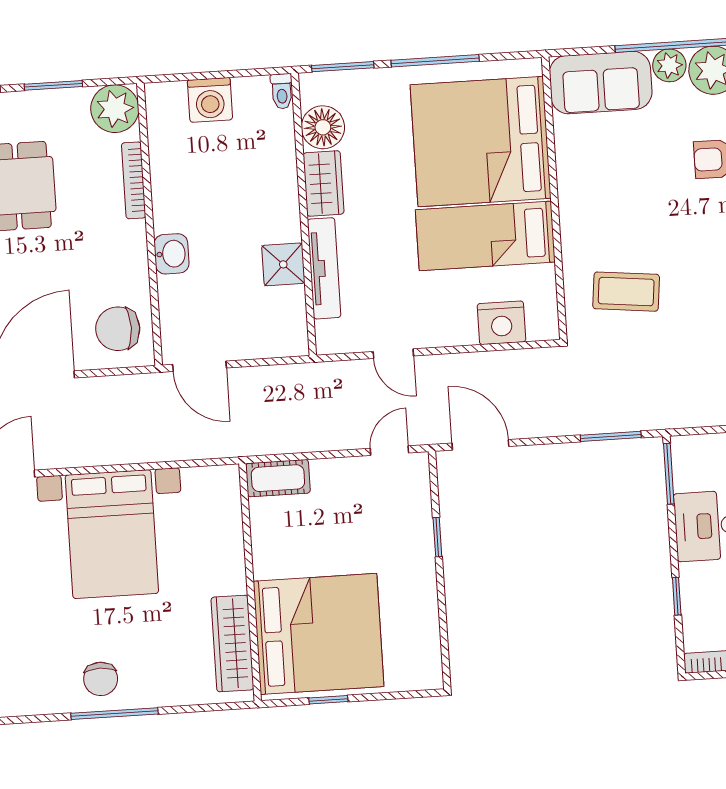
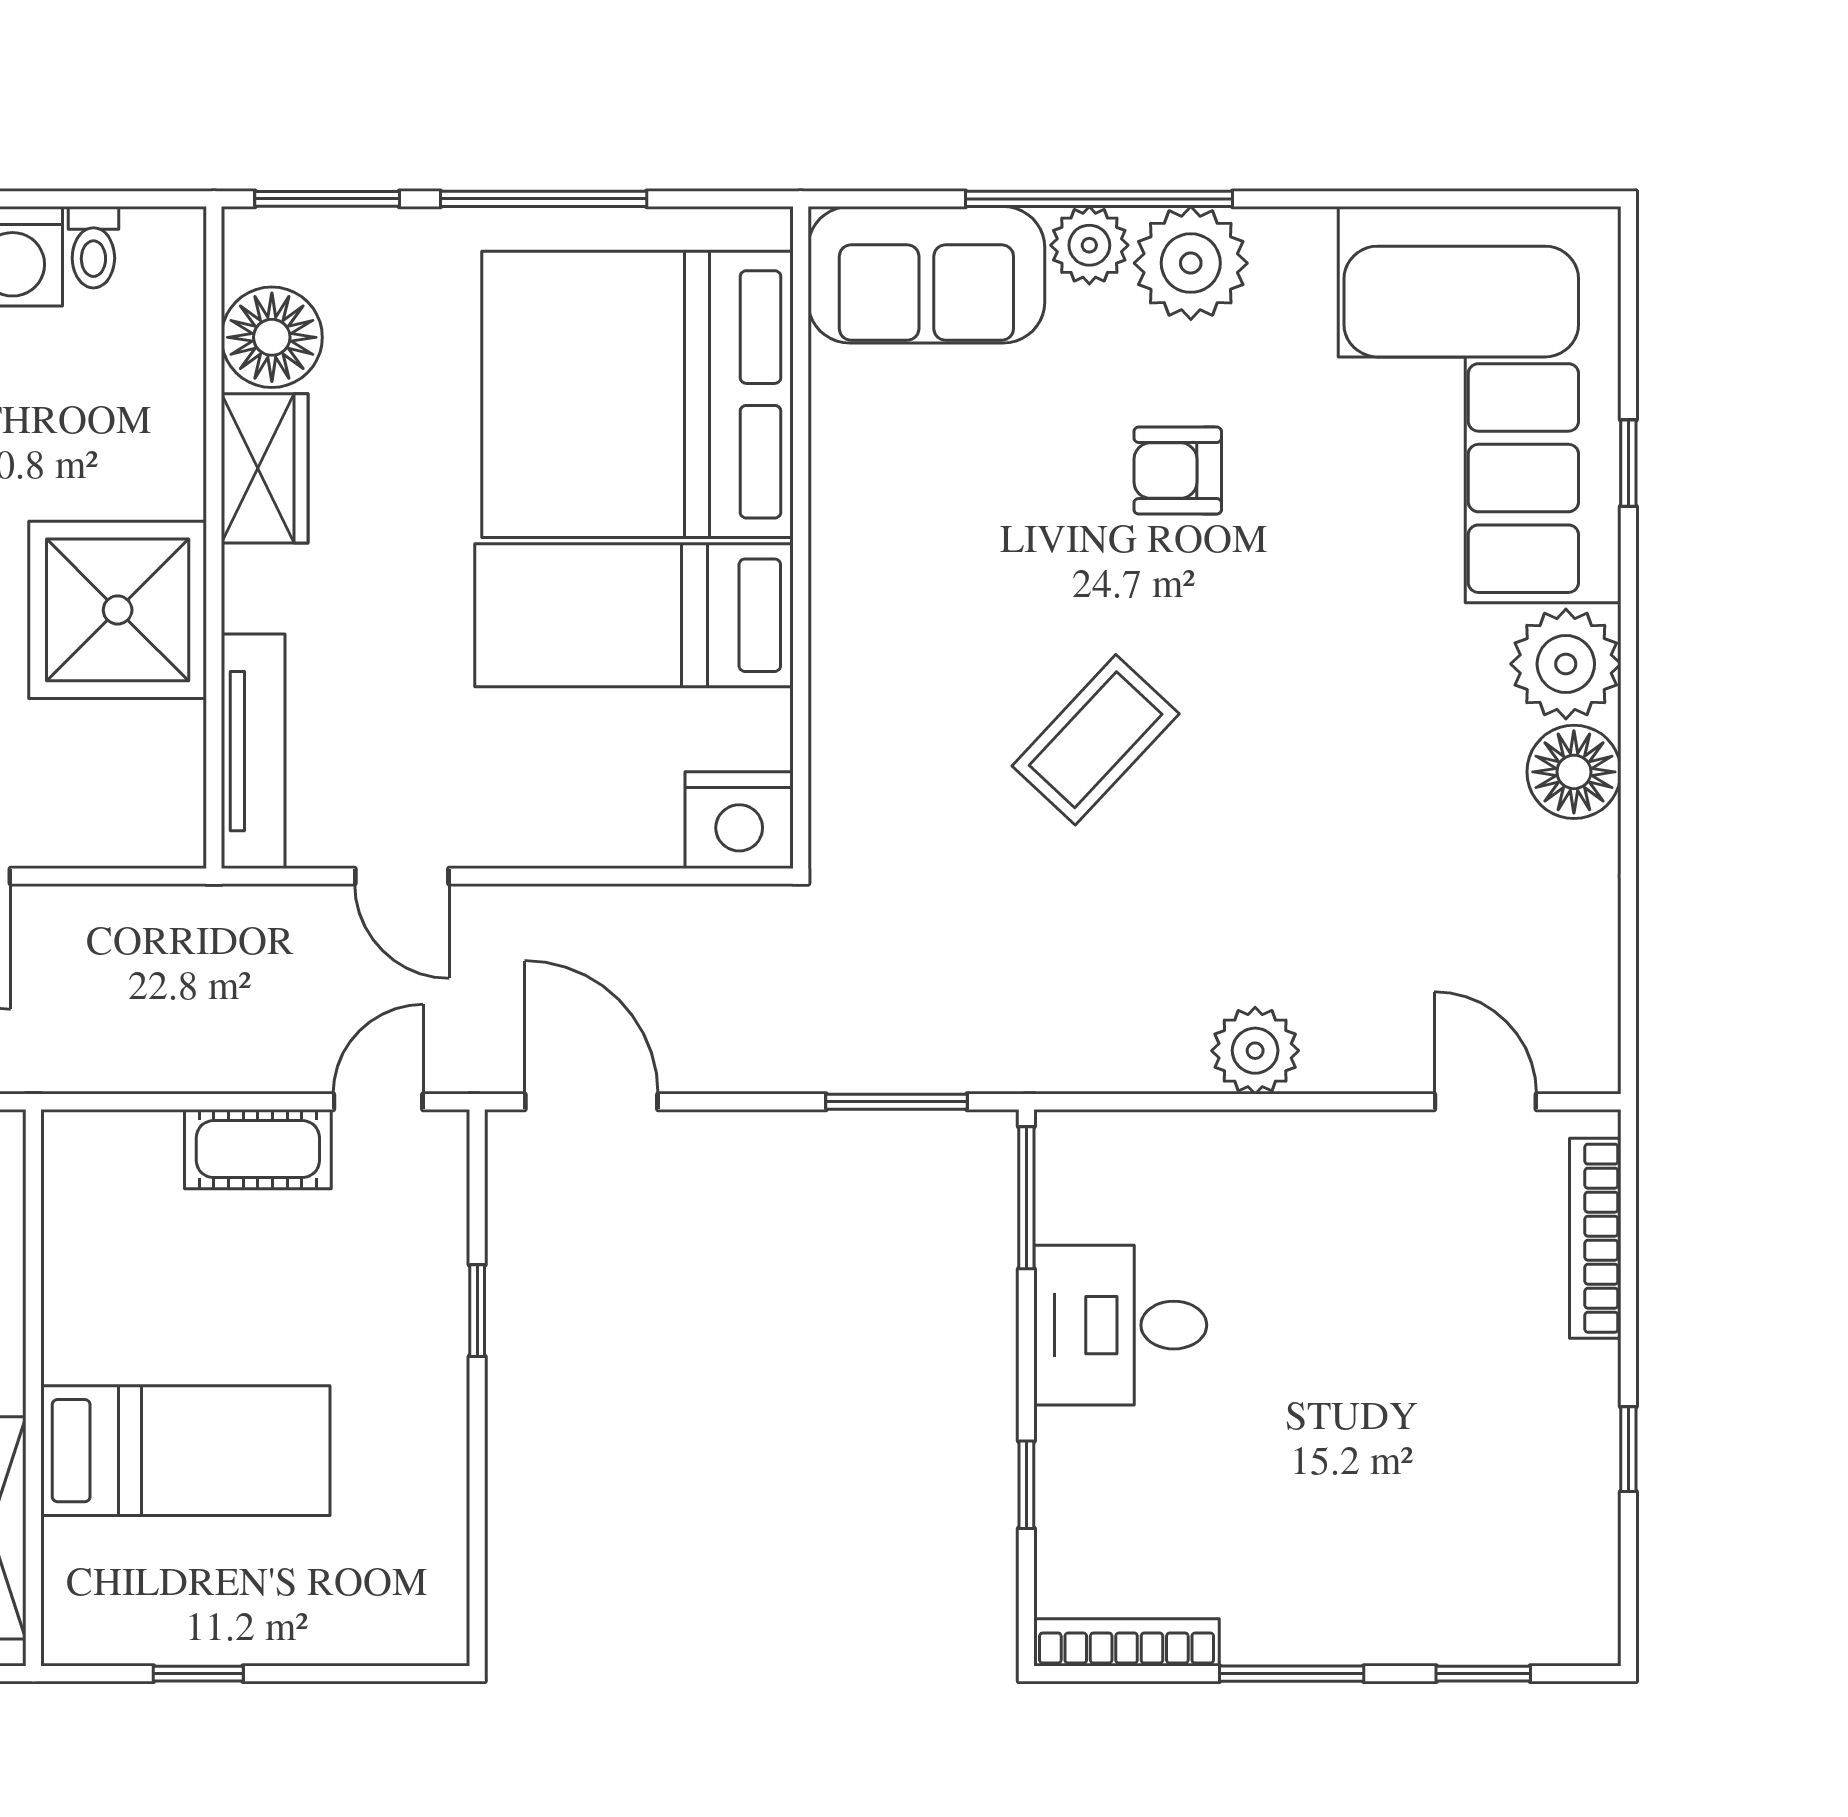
toilet: (282, 91) -> (93, 247), moved
shower: (283, 264) -> (118, 610), width x1.86, depth x1.86
tv unit: (324, 268) -> (253, 751), moved
coffee table: (626, 292) -> (1096, 740), moved, turned -53
nightstand: (501, 323) -> (739, 820), moved
cot: (278, 478) -> (258, 1149), moved
bed: (319, 634) -> (185, 1451), width x0.49

